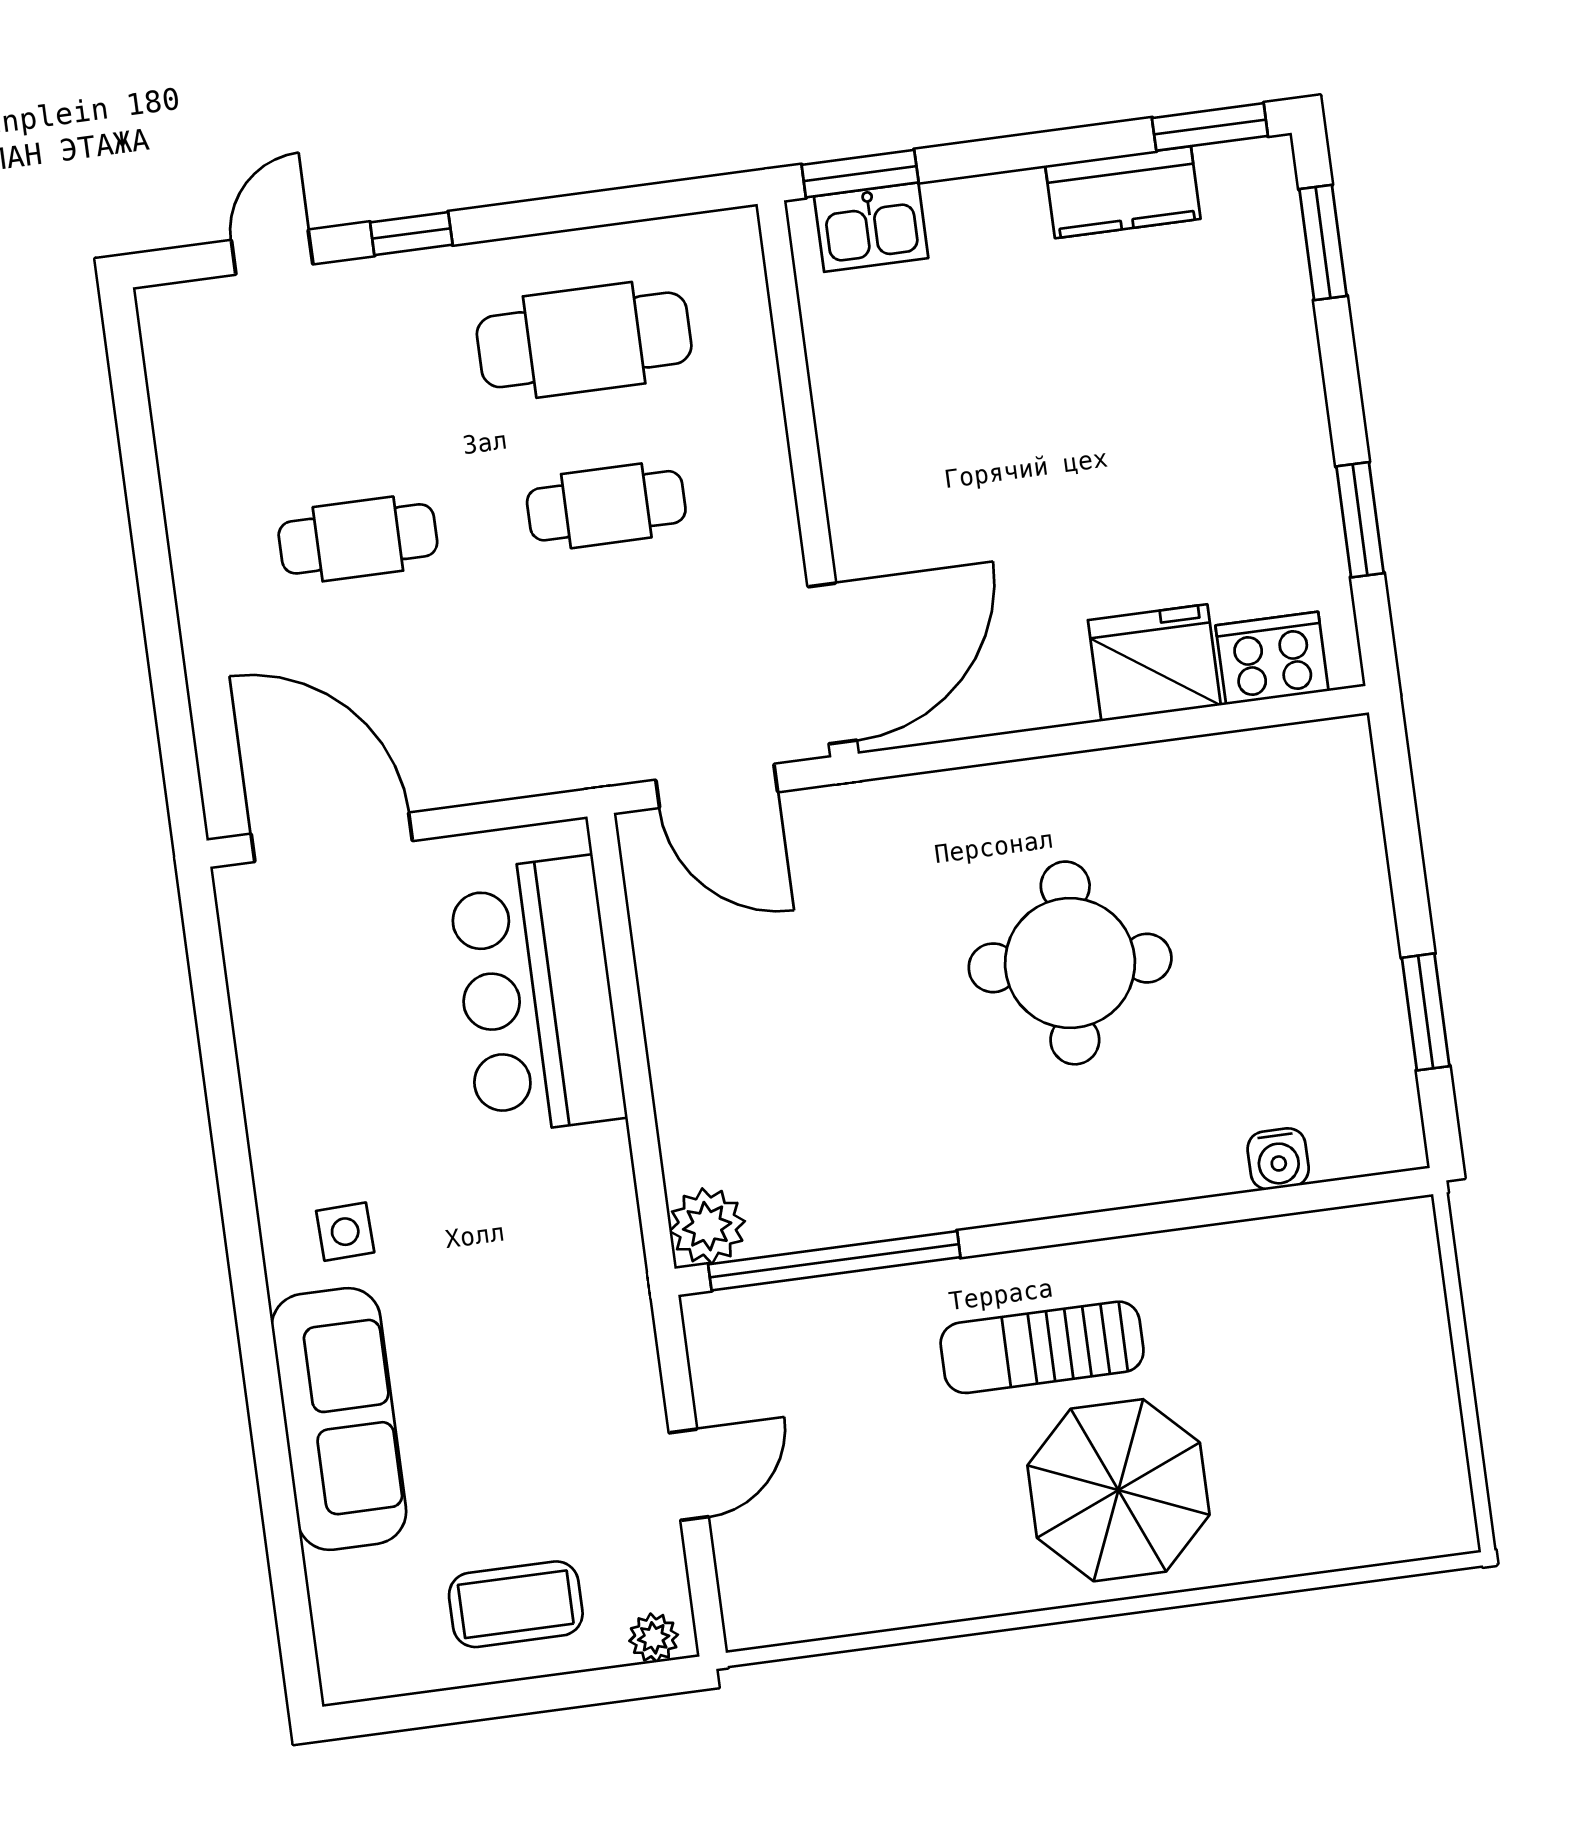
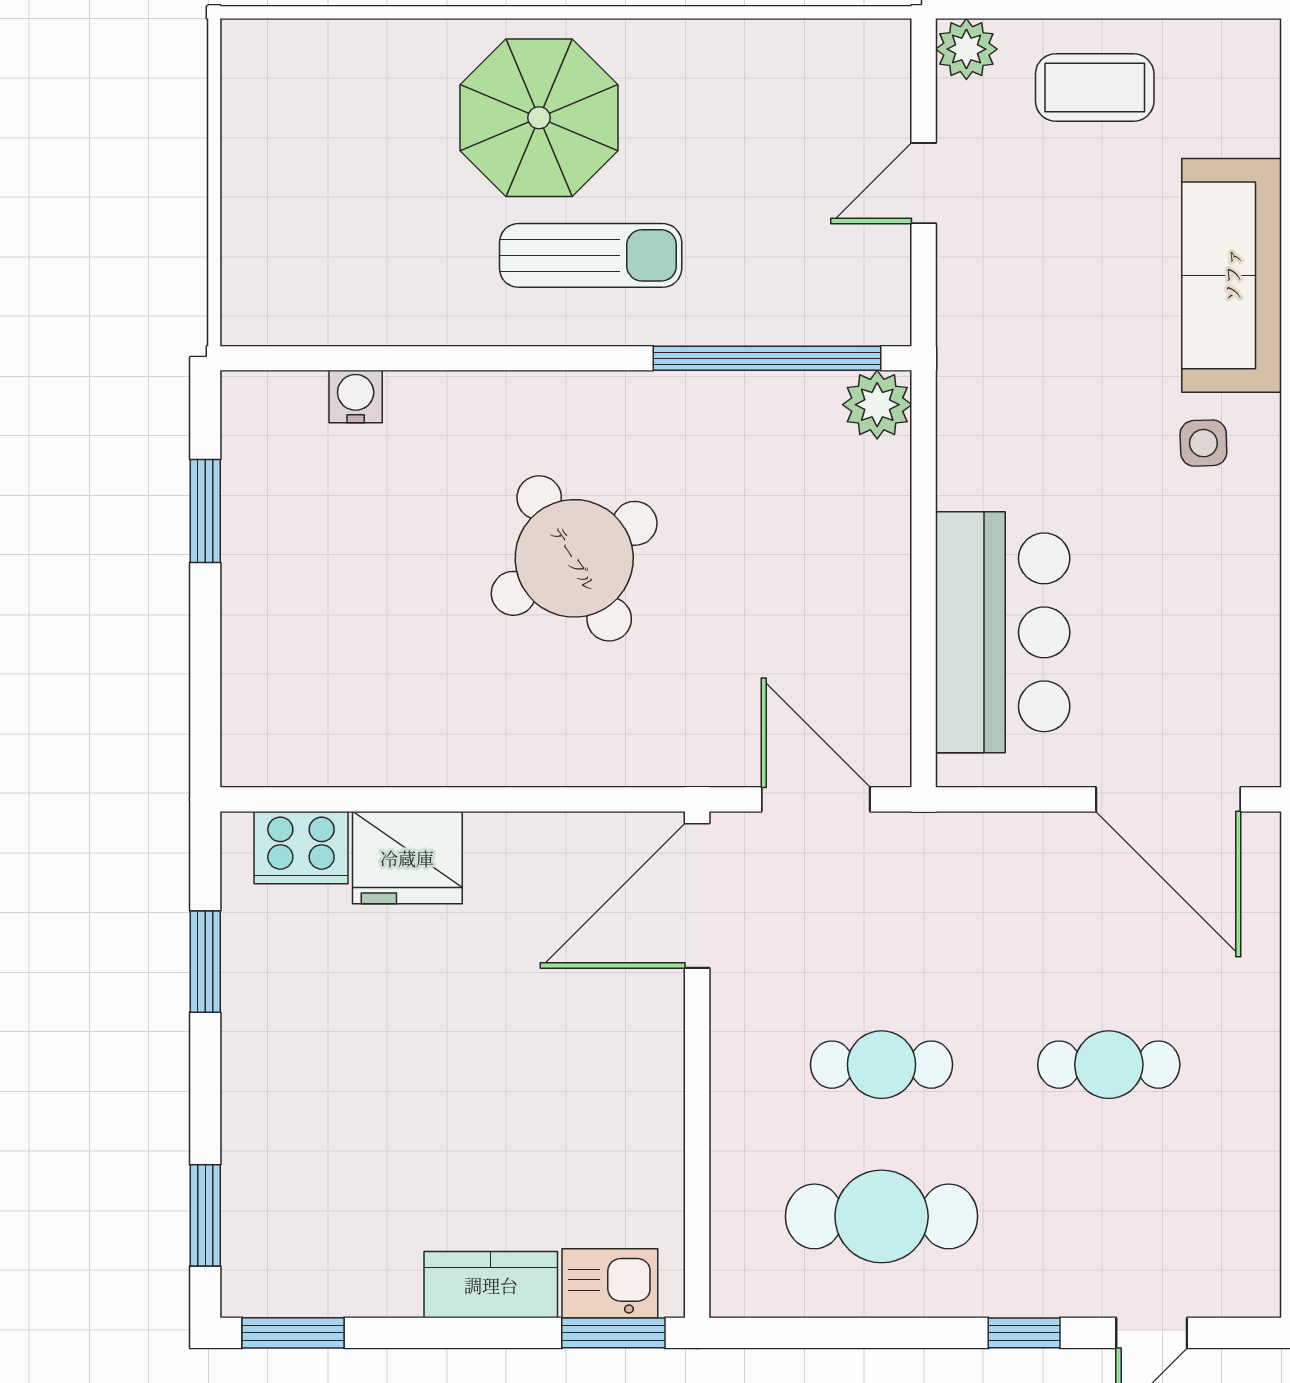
kitchen counter: (1123, 192) -> (491, 1285), moved
round table: (1070, 963) -> (574, 558), moved, turned -34
plant: (654, 1638) -> (966, 49), width x1.38, depth x1.38

